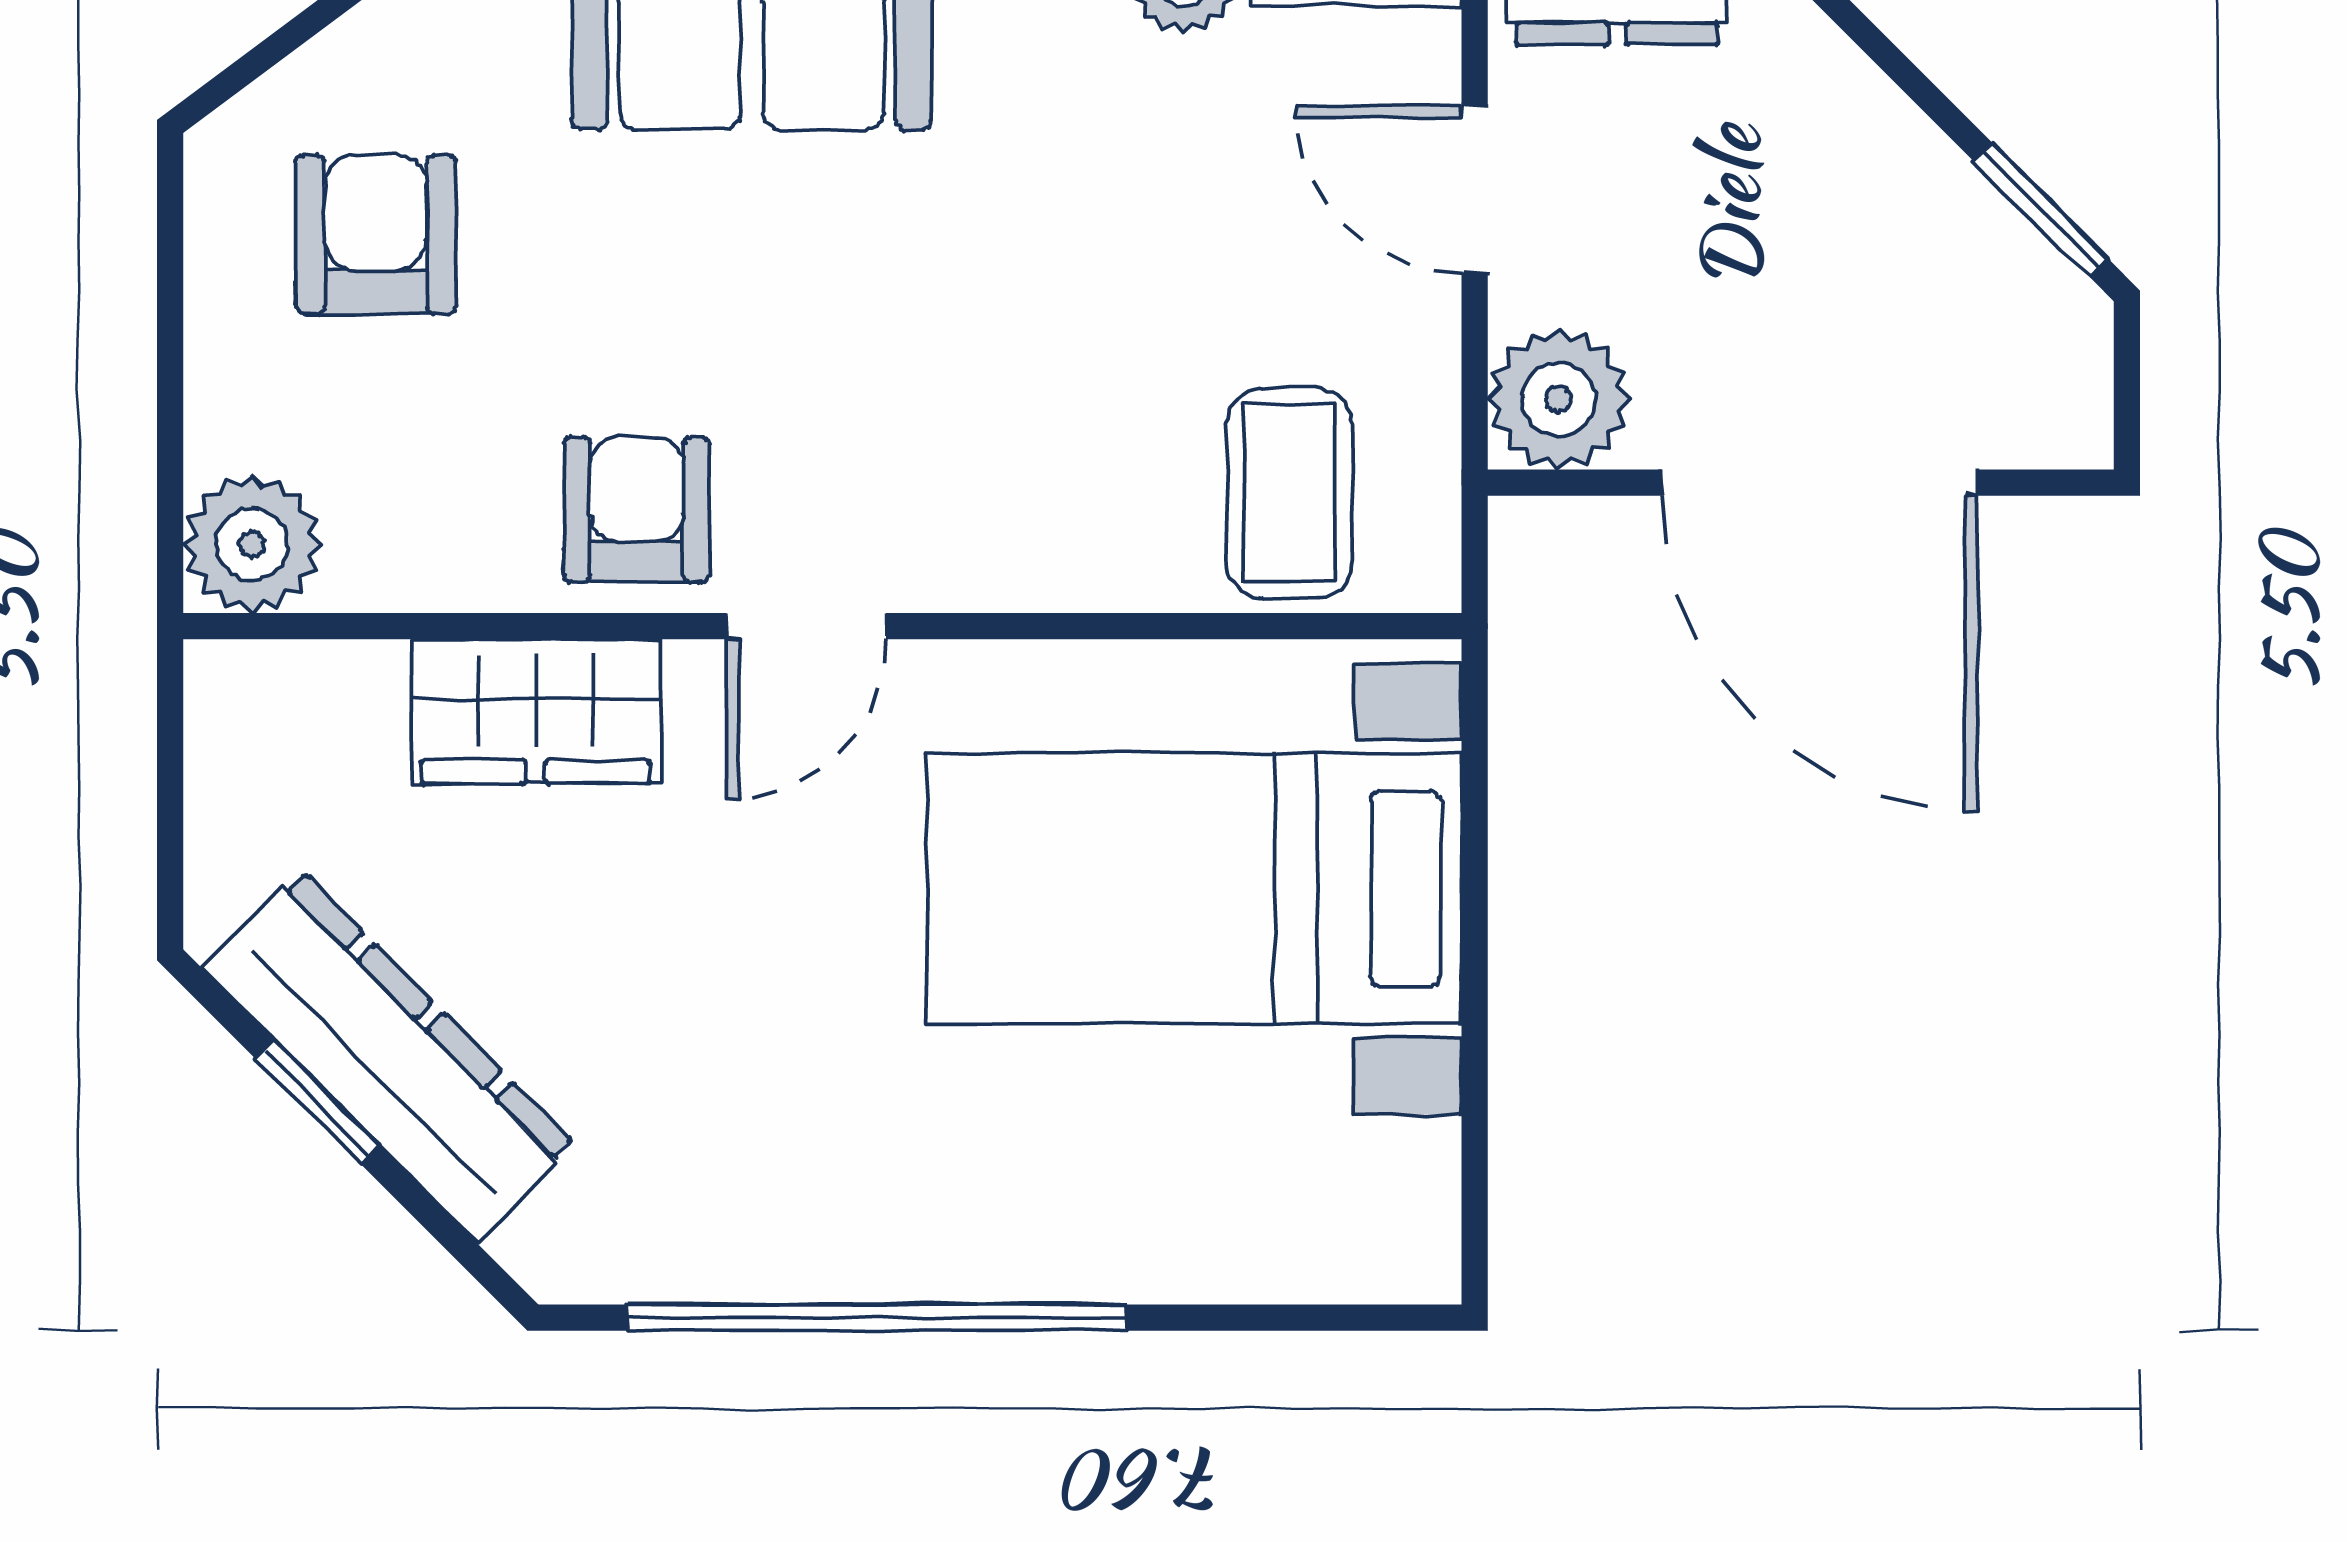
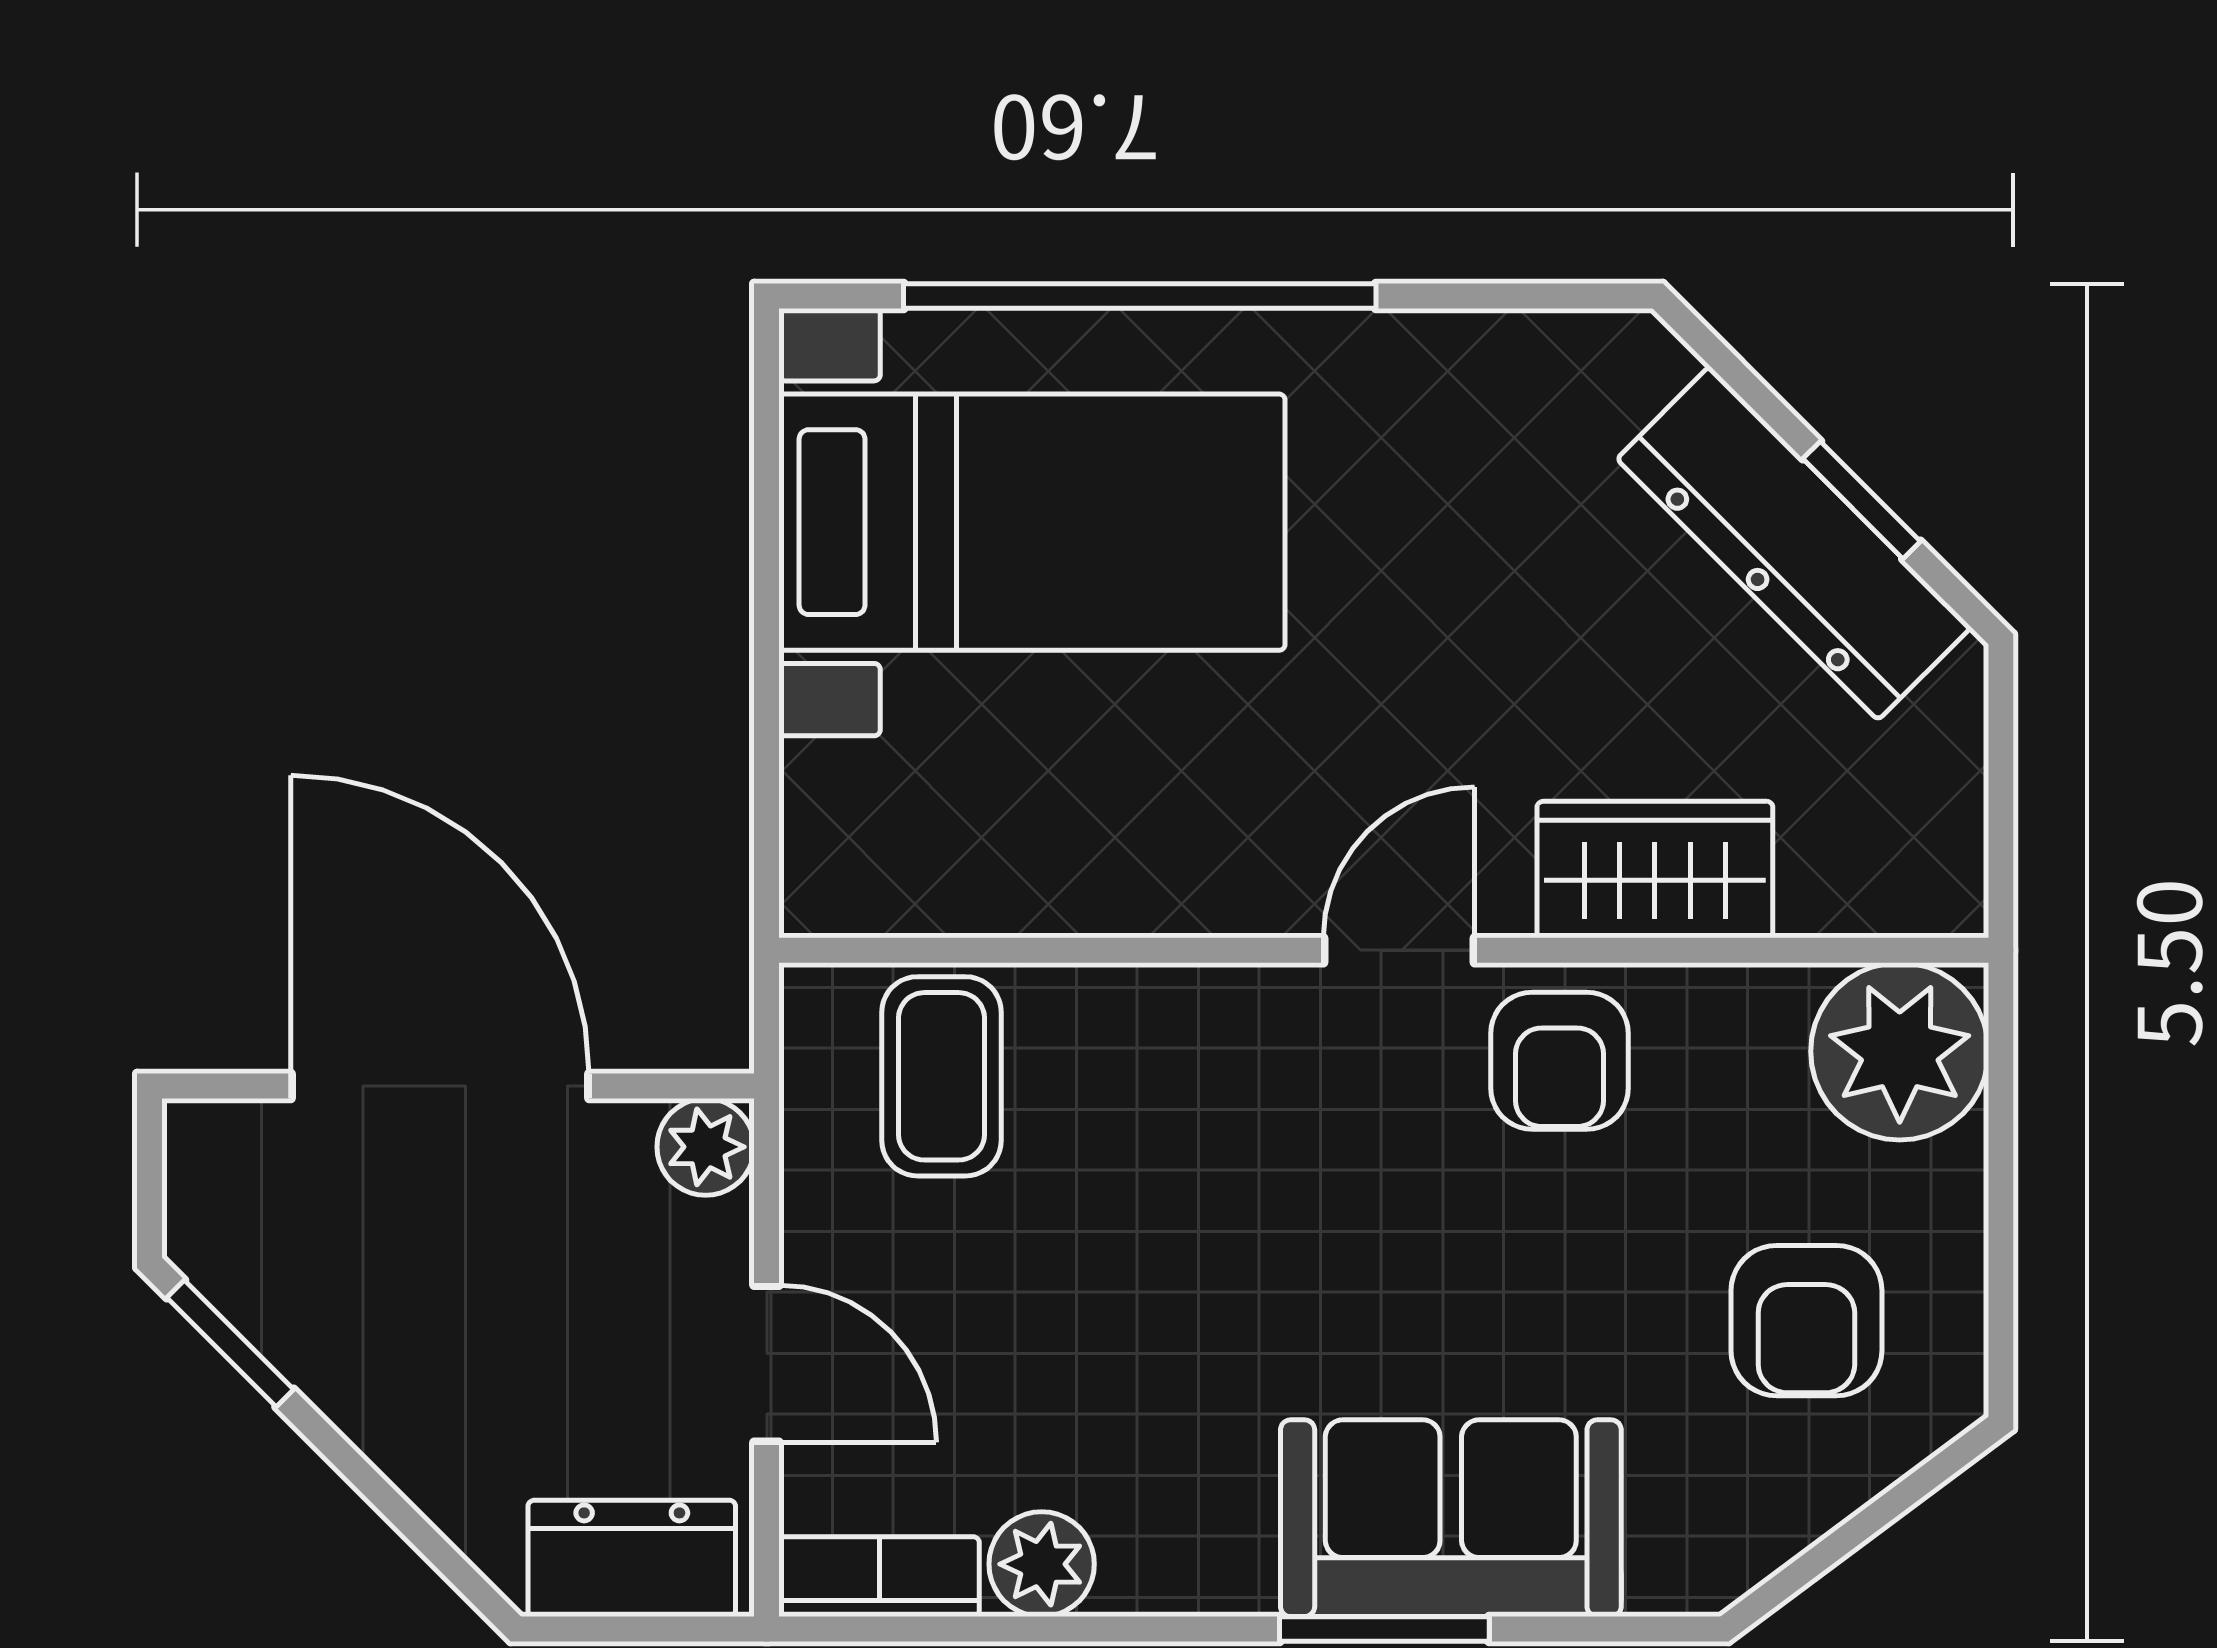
plant: (1558, 399) -> (706, 1147), width x0.73, depth x0.73
plant: (252, 544) -> (1900, 1051), width x1.36, depth x1.36
bed with nightstands: (1194, 889) -> (1032, 522), moved
window: (877, 1318) -> (1140, 296), moved

